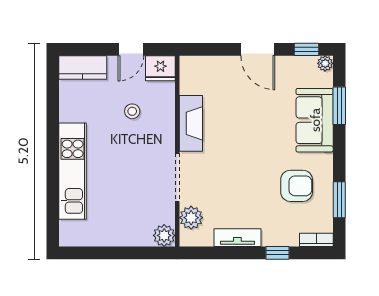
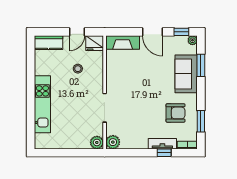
fireplace: (191, 123) -> (123, 42), moved, turned 90
plant: (191, 218) -> (113, 142), moved
tv unit: (237, 238) -> (162, 144), moved

